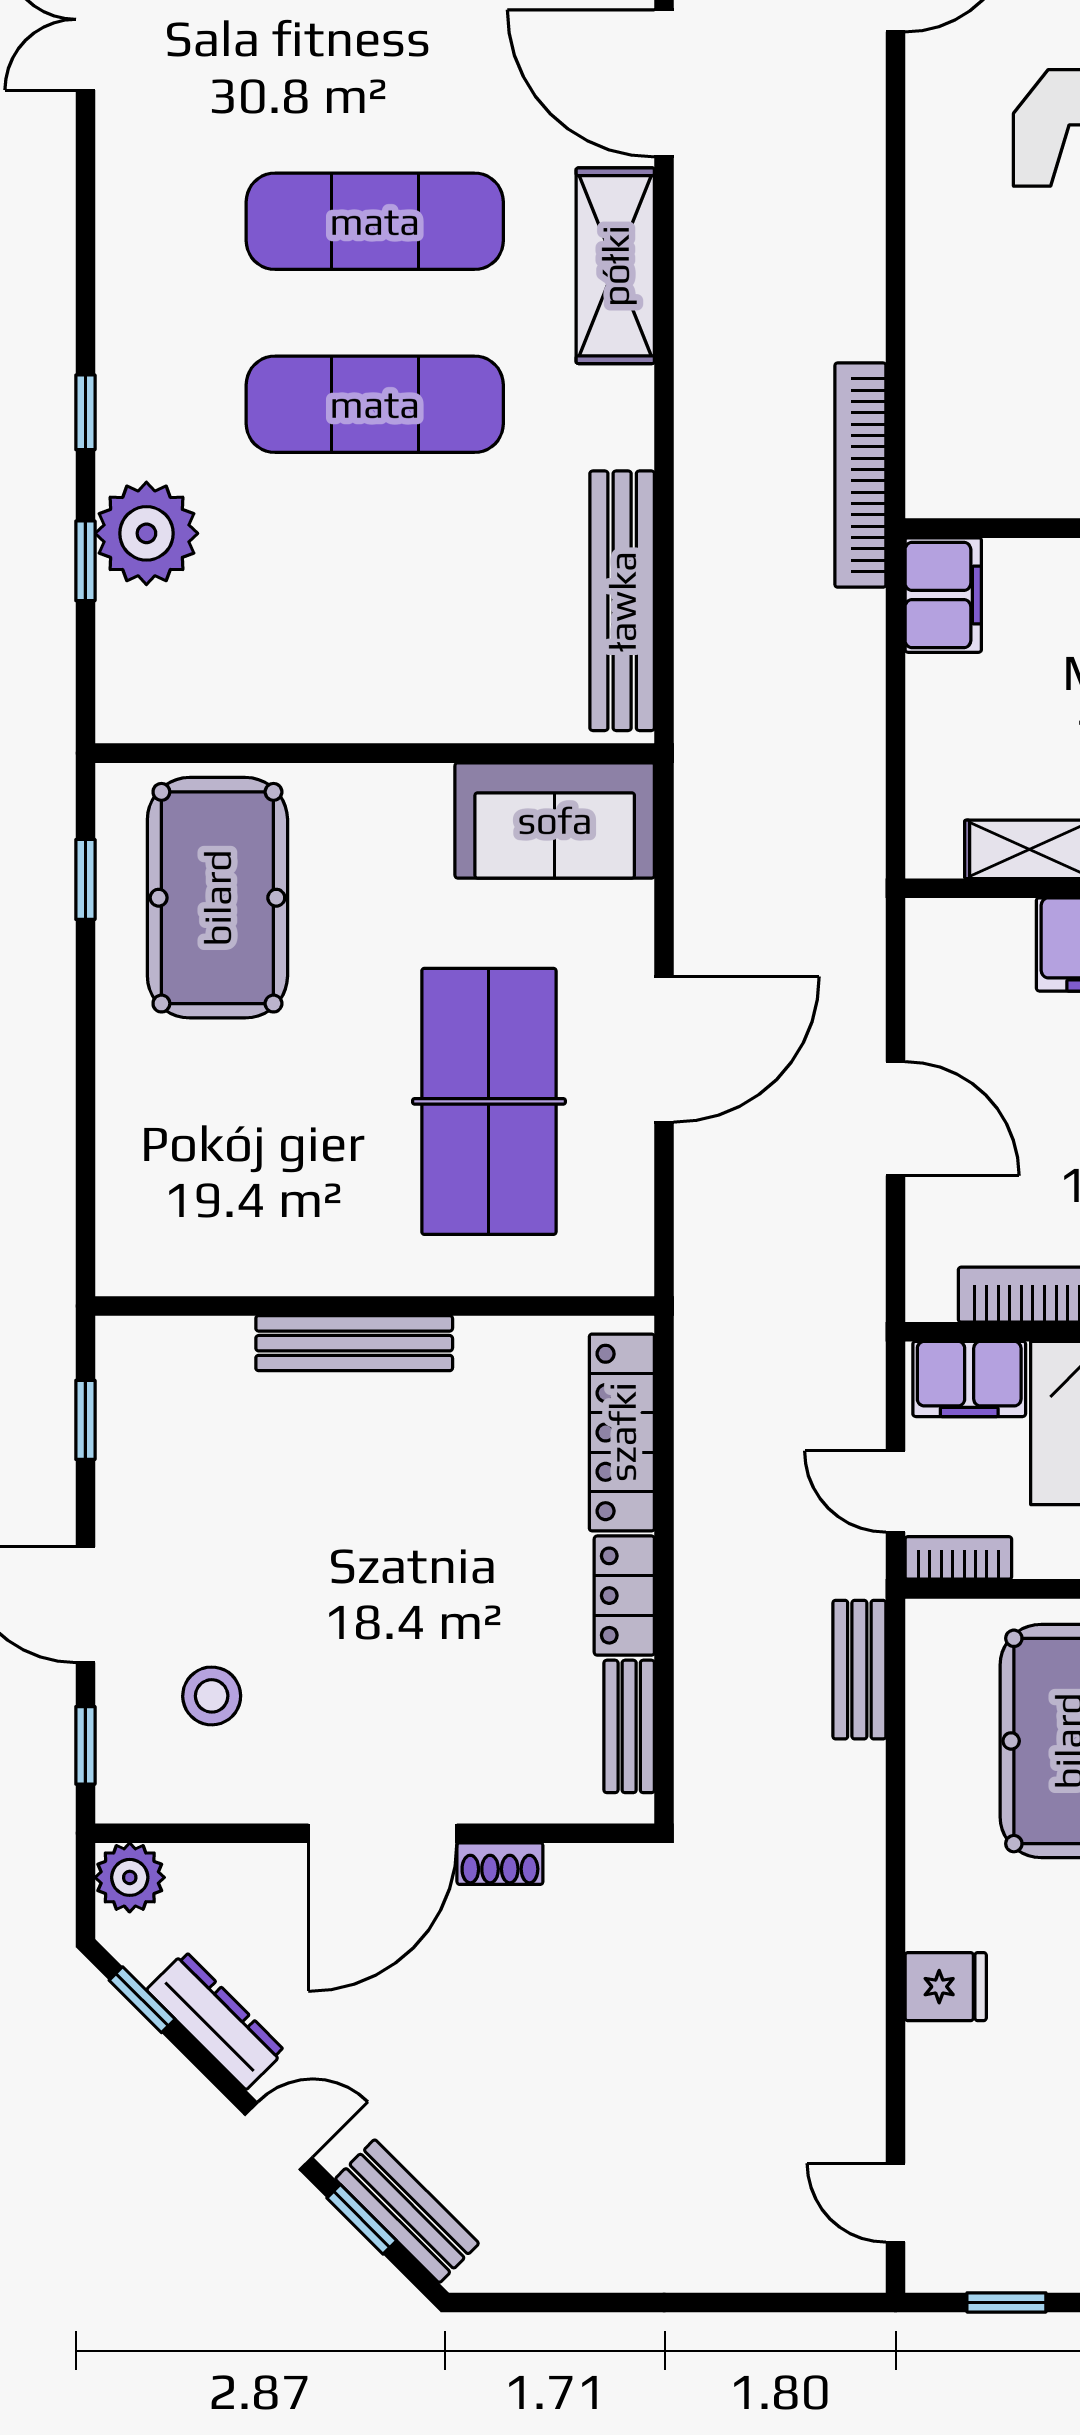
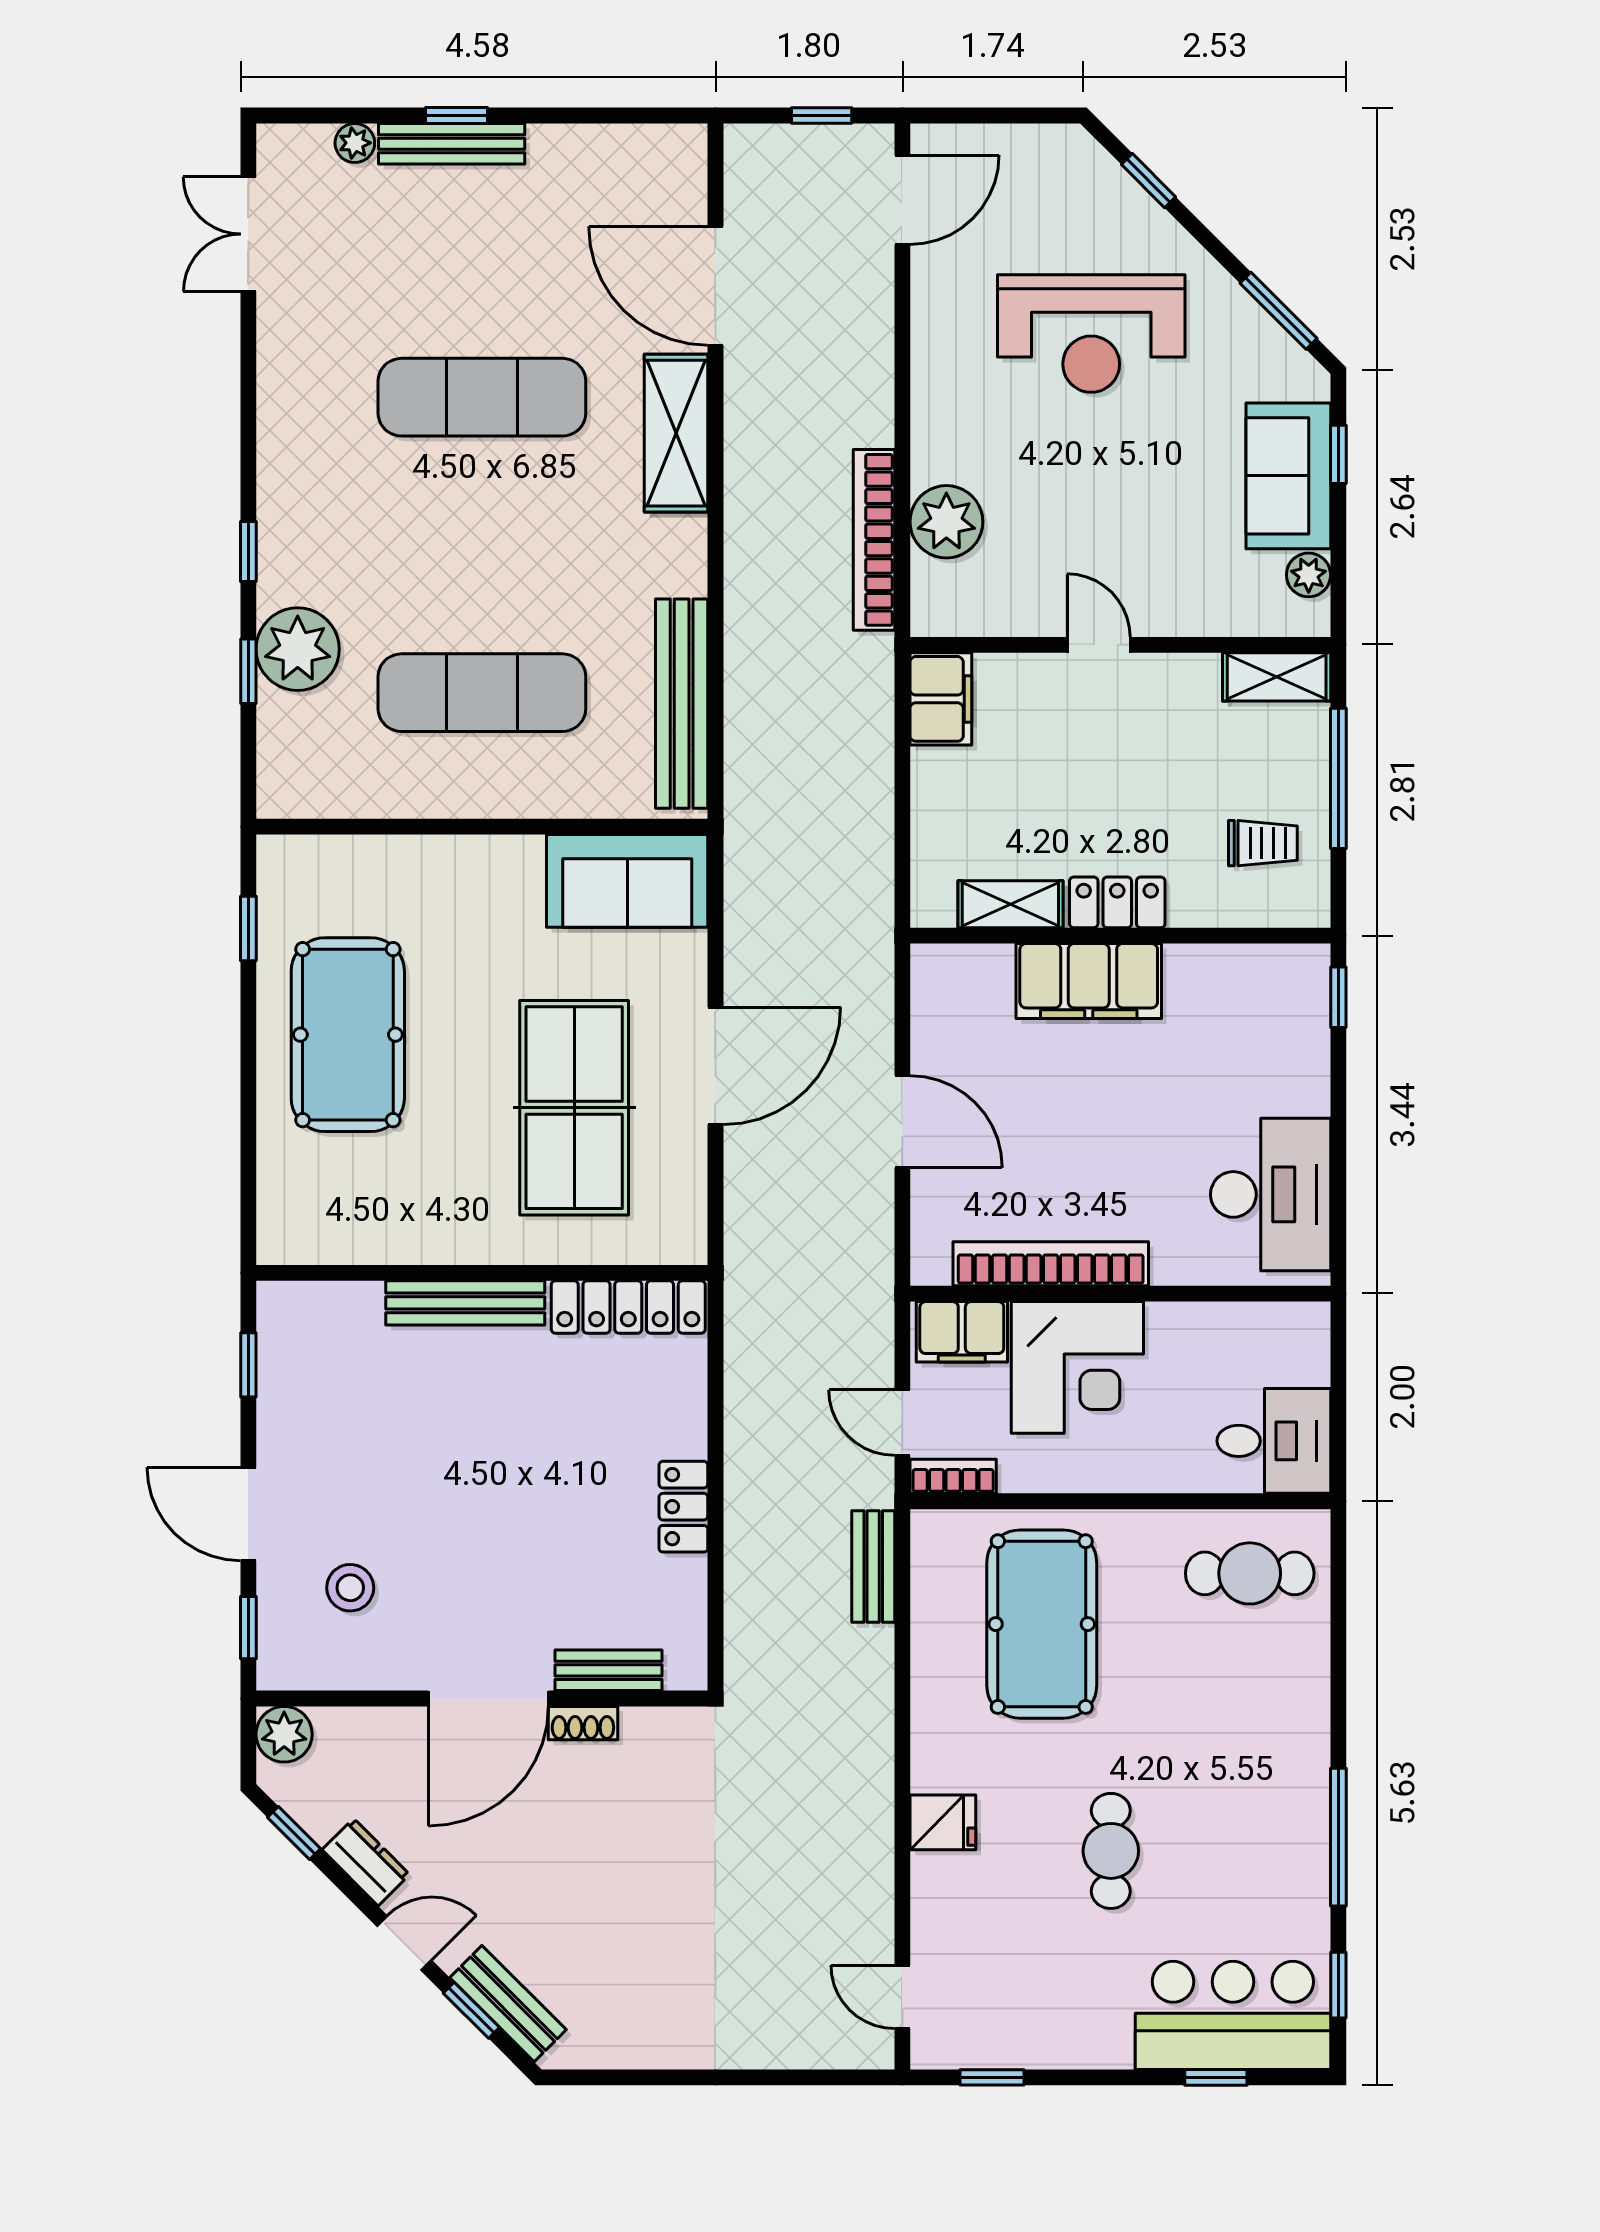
plant: (950, 376) -> (946, 522), added
exercise mat: (375, 404) -> (482, 693), moved
bookcase: (860, 475) -> (874, 540), moved
pool table: (217, 898) -> (348, 1035), moved
locker: (622, 1432) -> (628, 1307), moved, turned -90
bench: (629, 1726) -> (608, 1670), moved, turned 90
dresser: (216, 2020) -> (366, 1862), width x0.70

